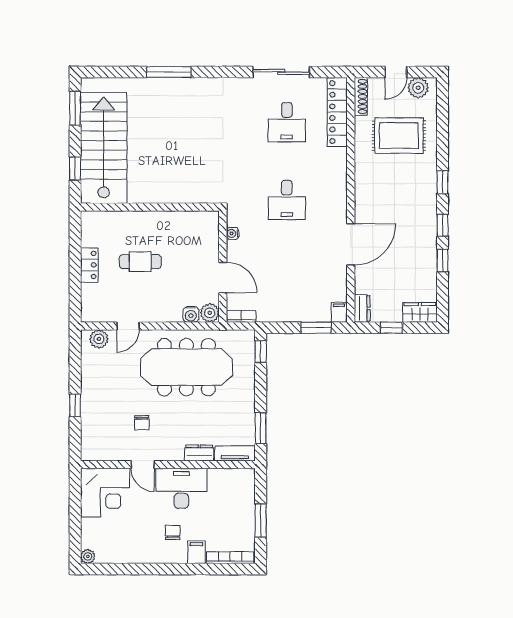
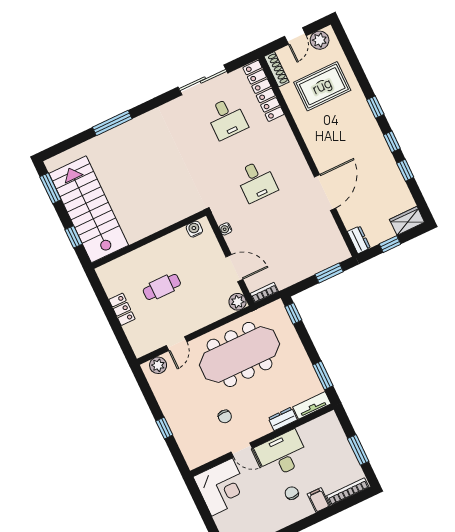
filing cabinet: (339, 312) -> (342, 252), removed
water cooler: (191, 314) -> (194, 229), moved, turned 180

